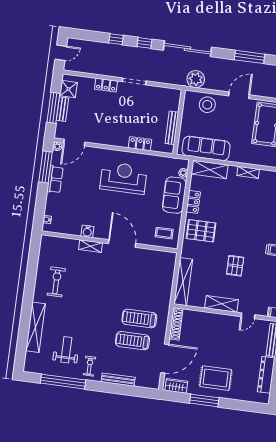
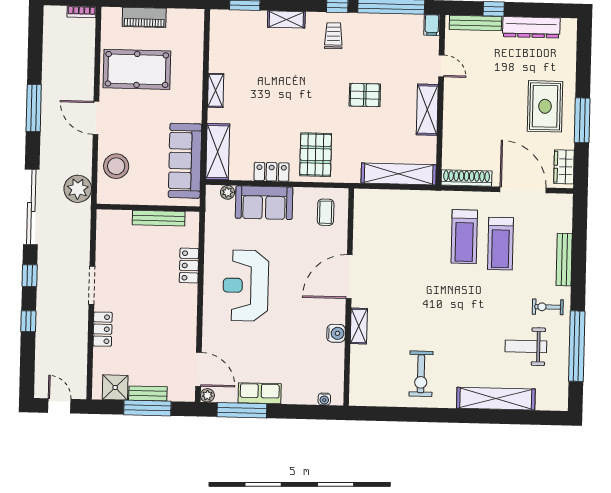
exercise bike: (56, 282) -> (421, 374), turned -90

